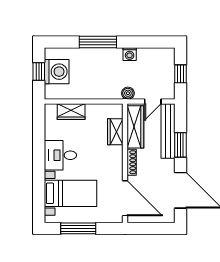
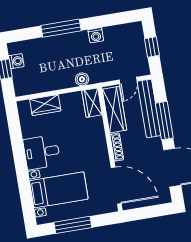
washing machine: (57, 72) -> (16, 61), width x0.53, depth x0.53
boiler: (128, 93) -> (82, 79), moved
wardrobe: (115, 132) -> (92, 103), moved
window: (180, 145) -> (164, 121), width x1.44

